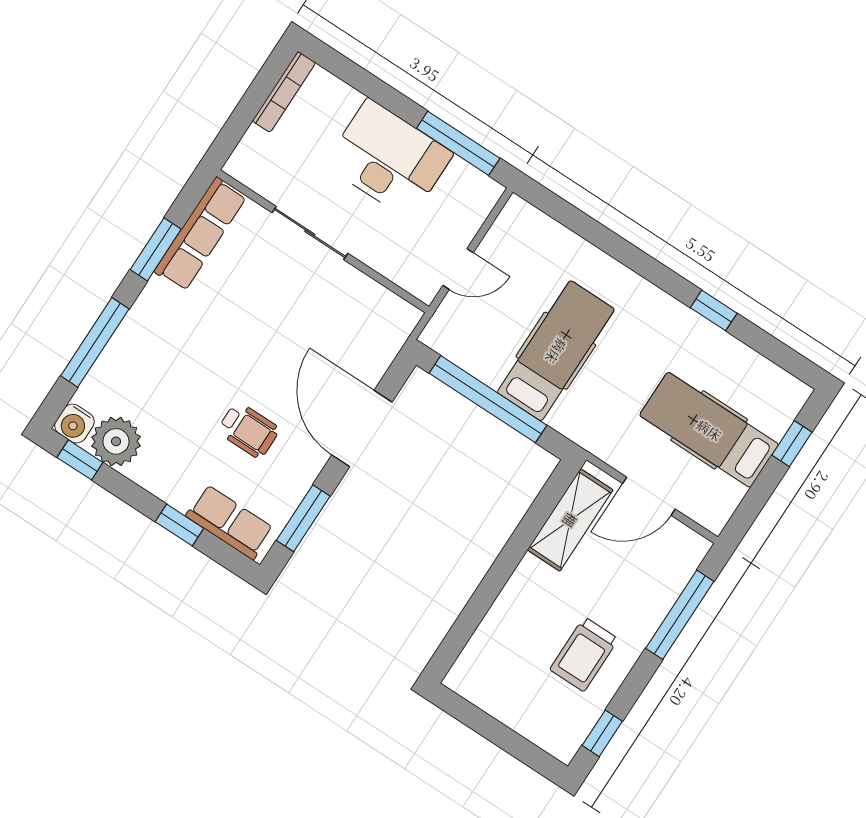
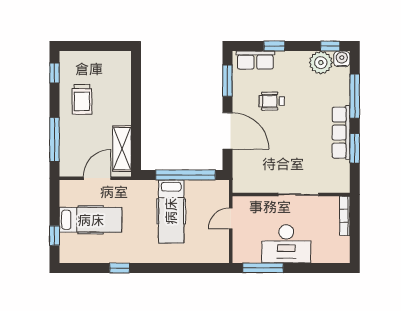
bookcase: (284, 92) -> (345, 216), moved
row of seats: (200, 234) -> (341, 133), moved
trolley: (584, 654) -> (82, 99), turned 180

